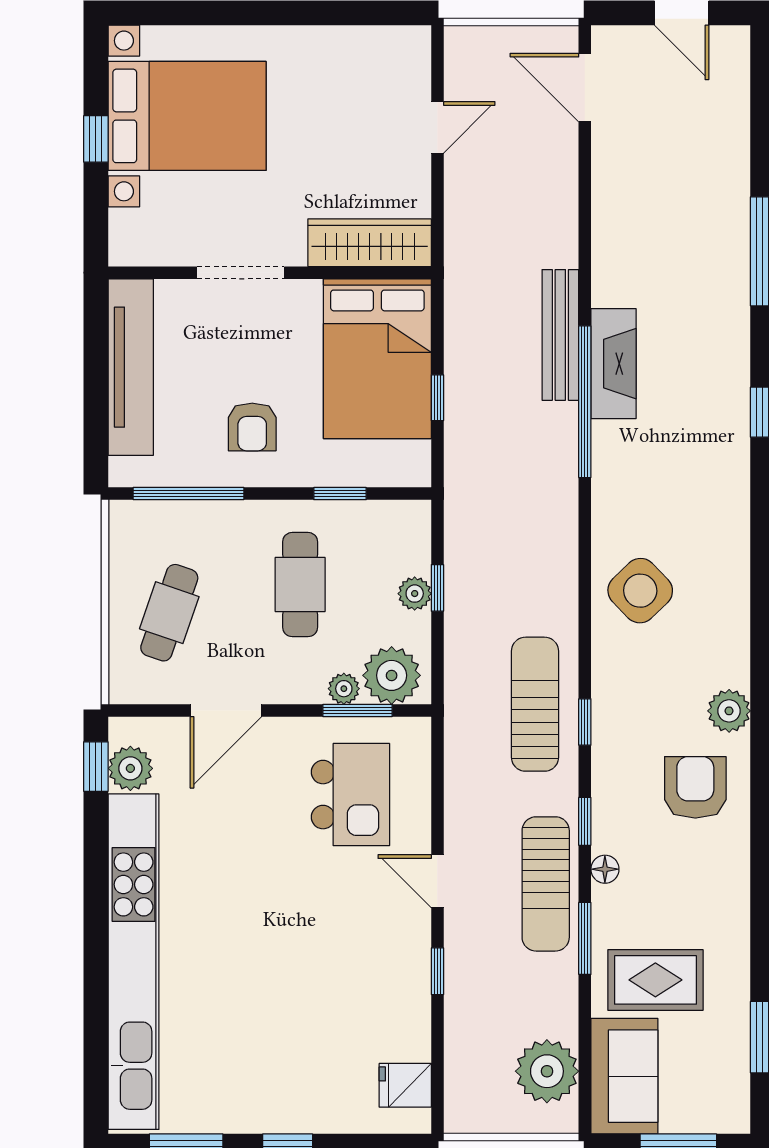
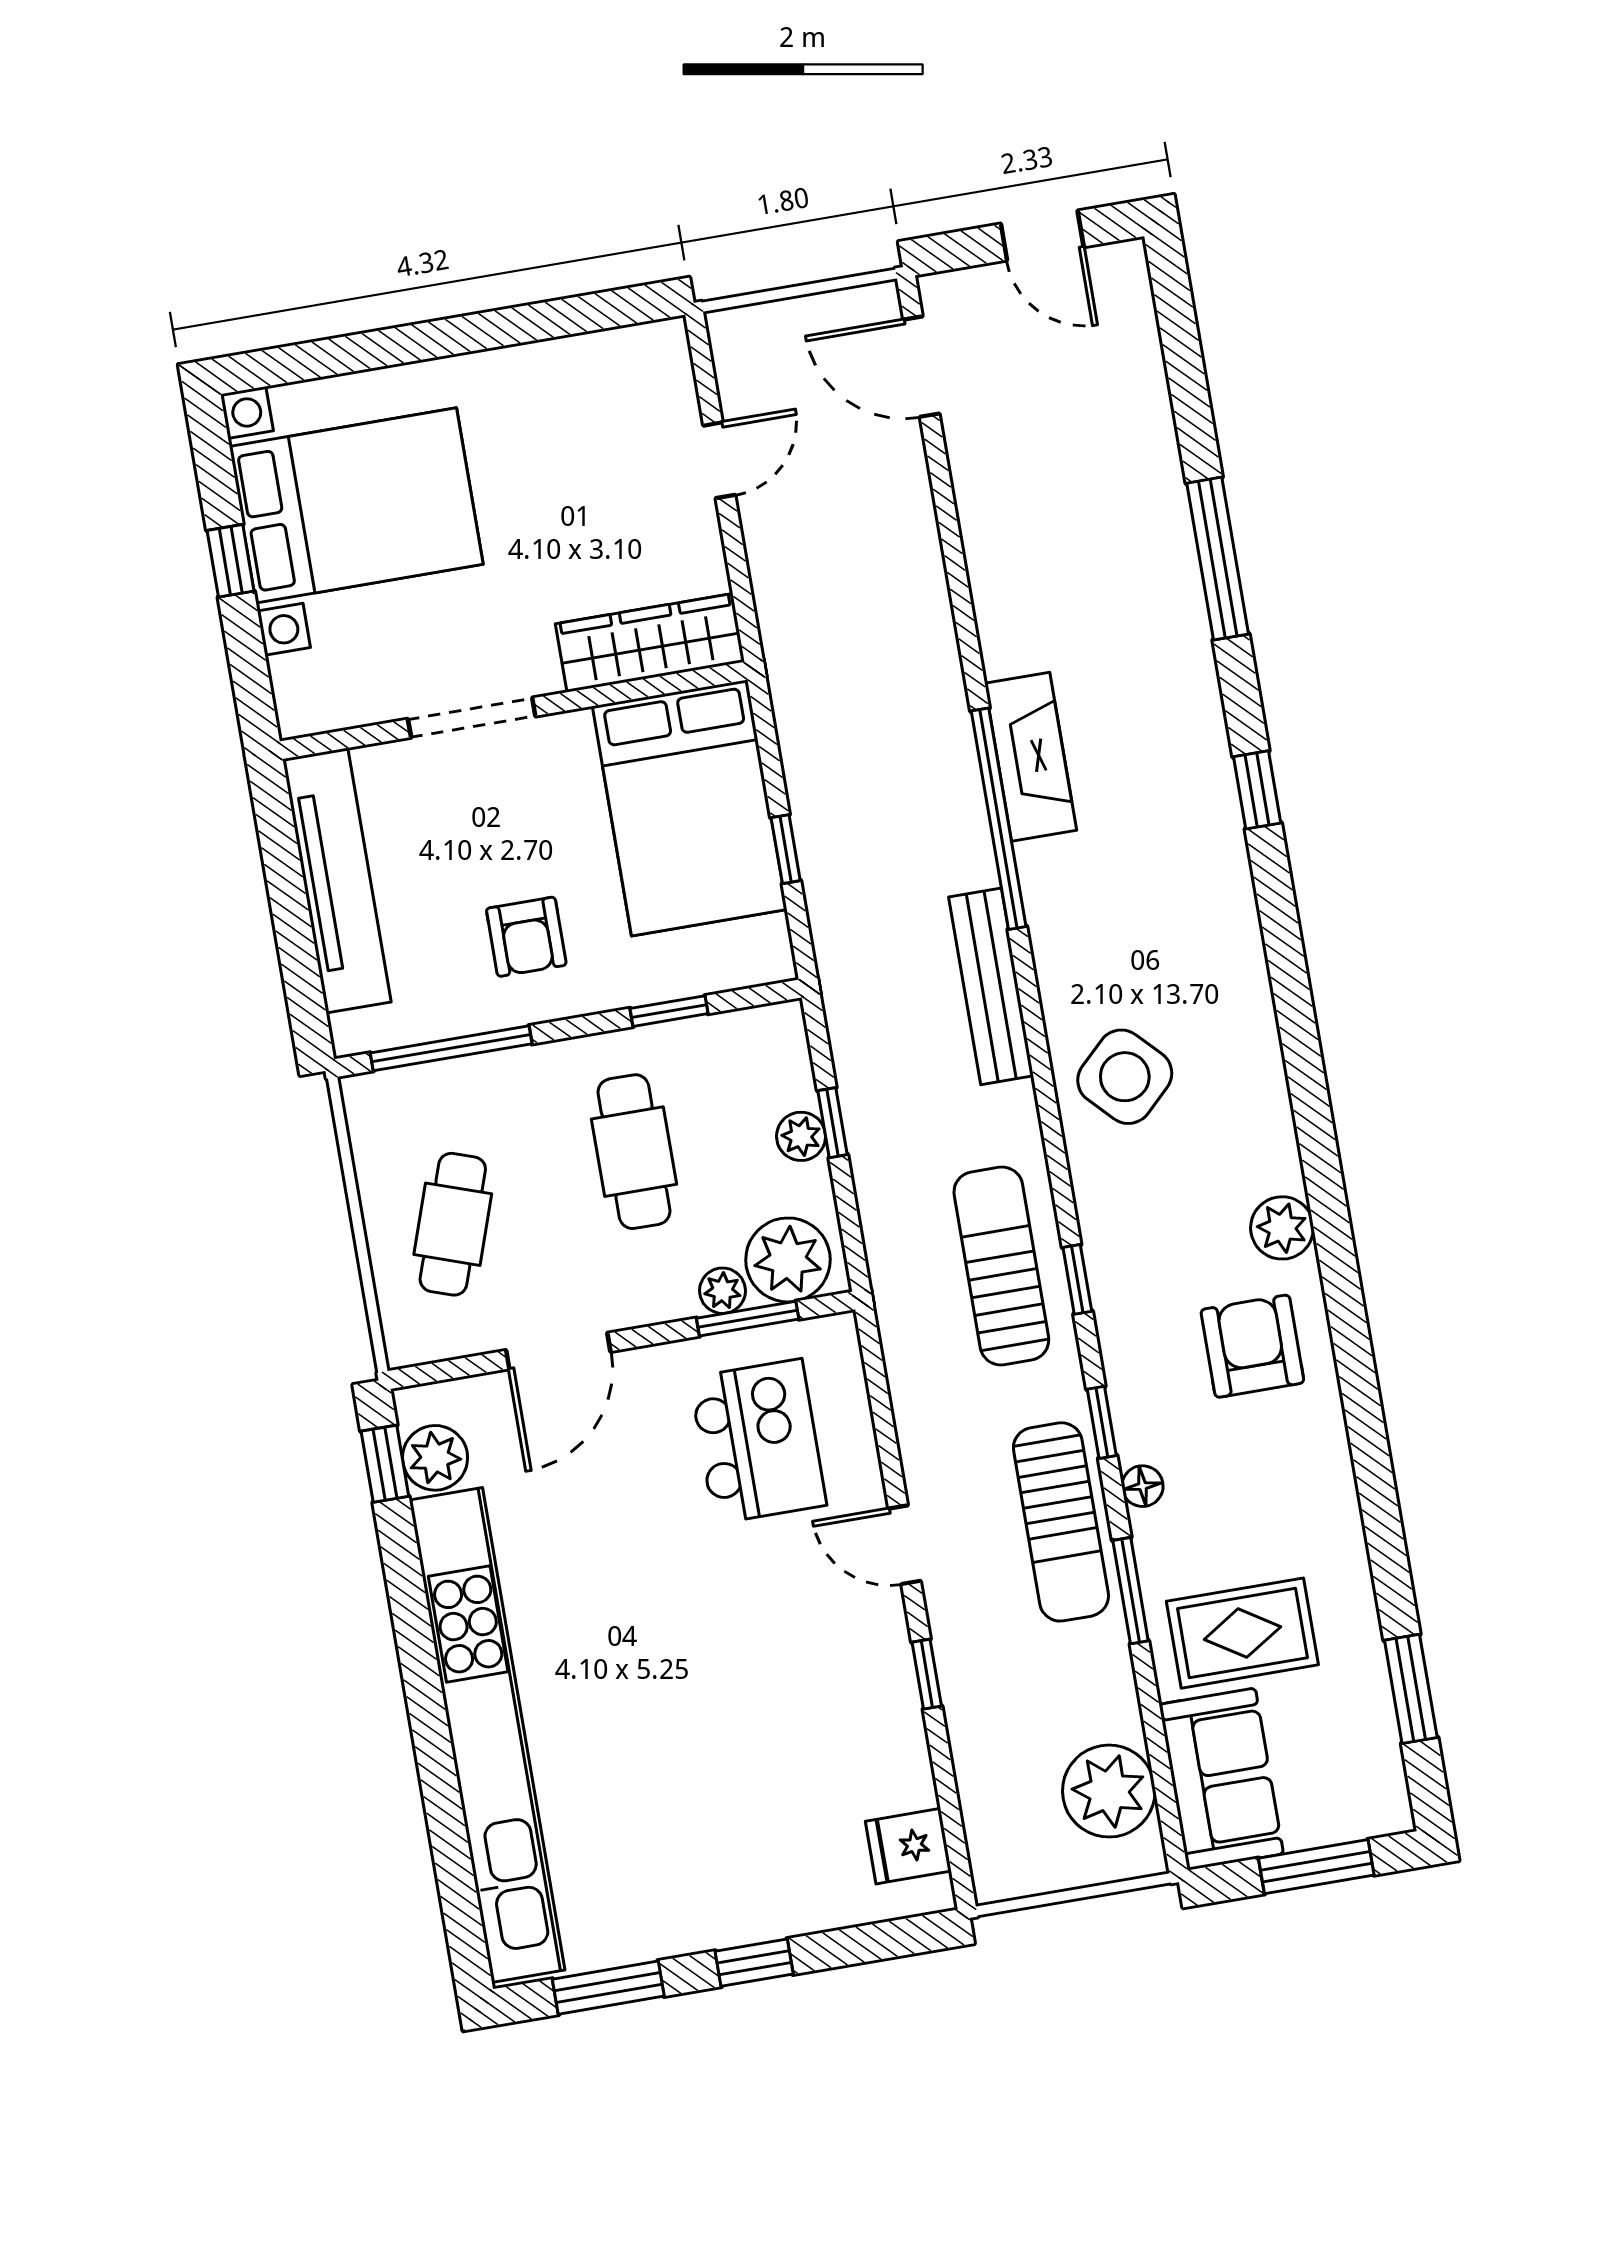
bench: (560, 335) -> (991, 986), moved

